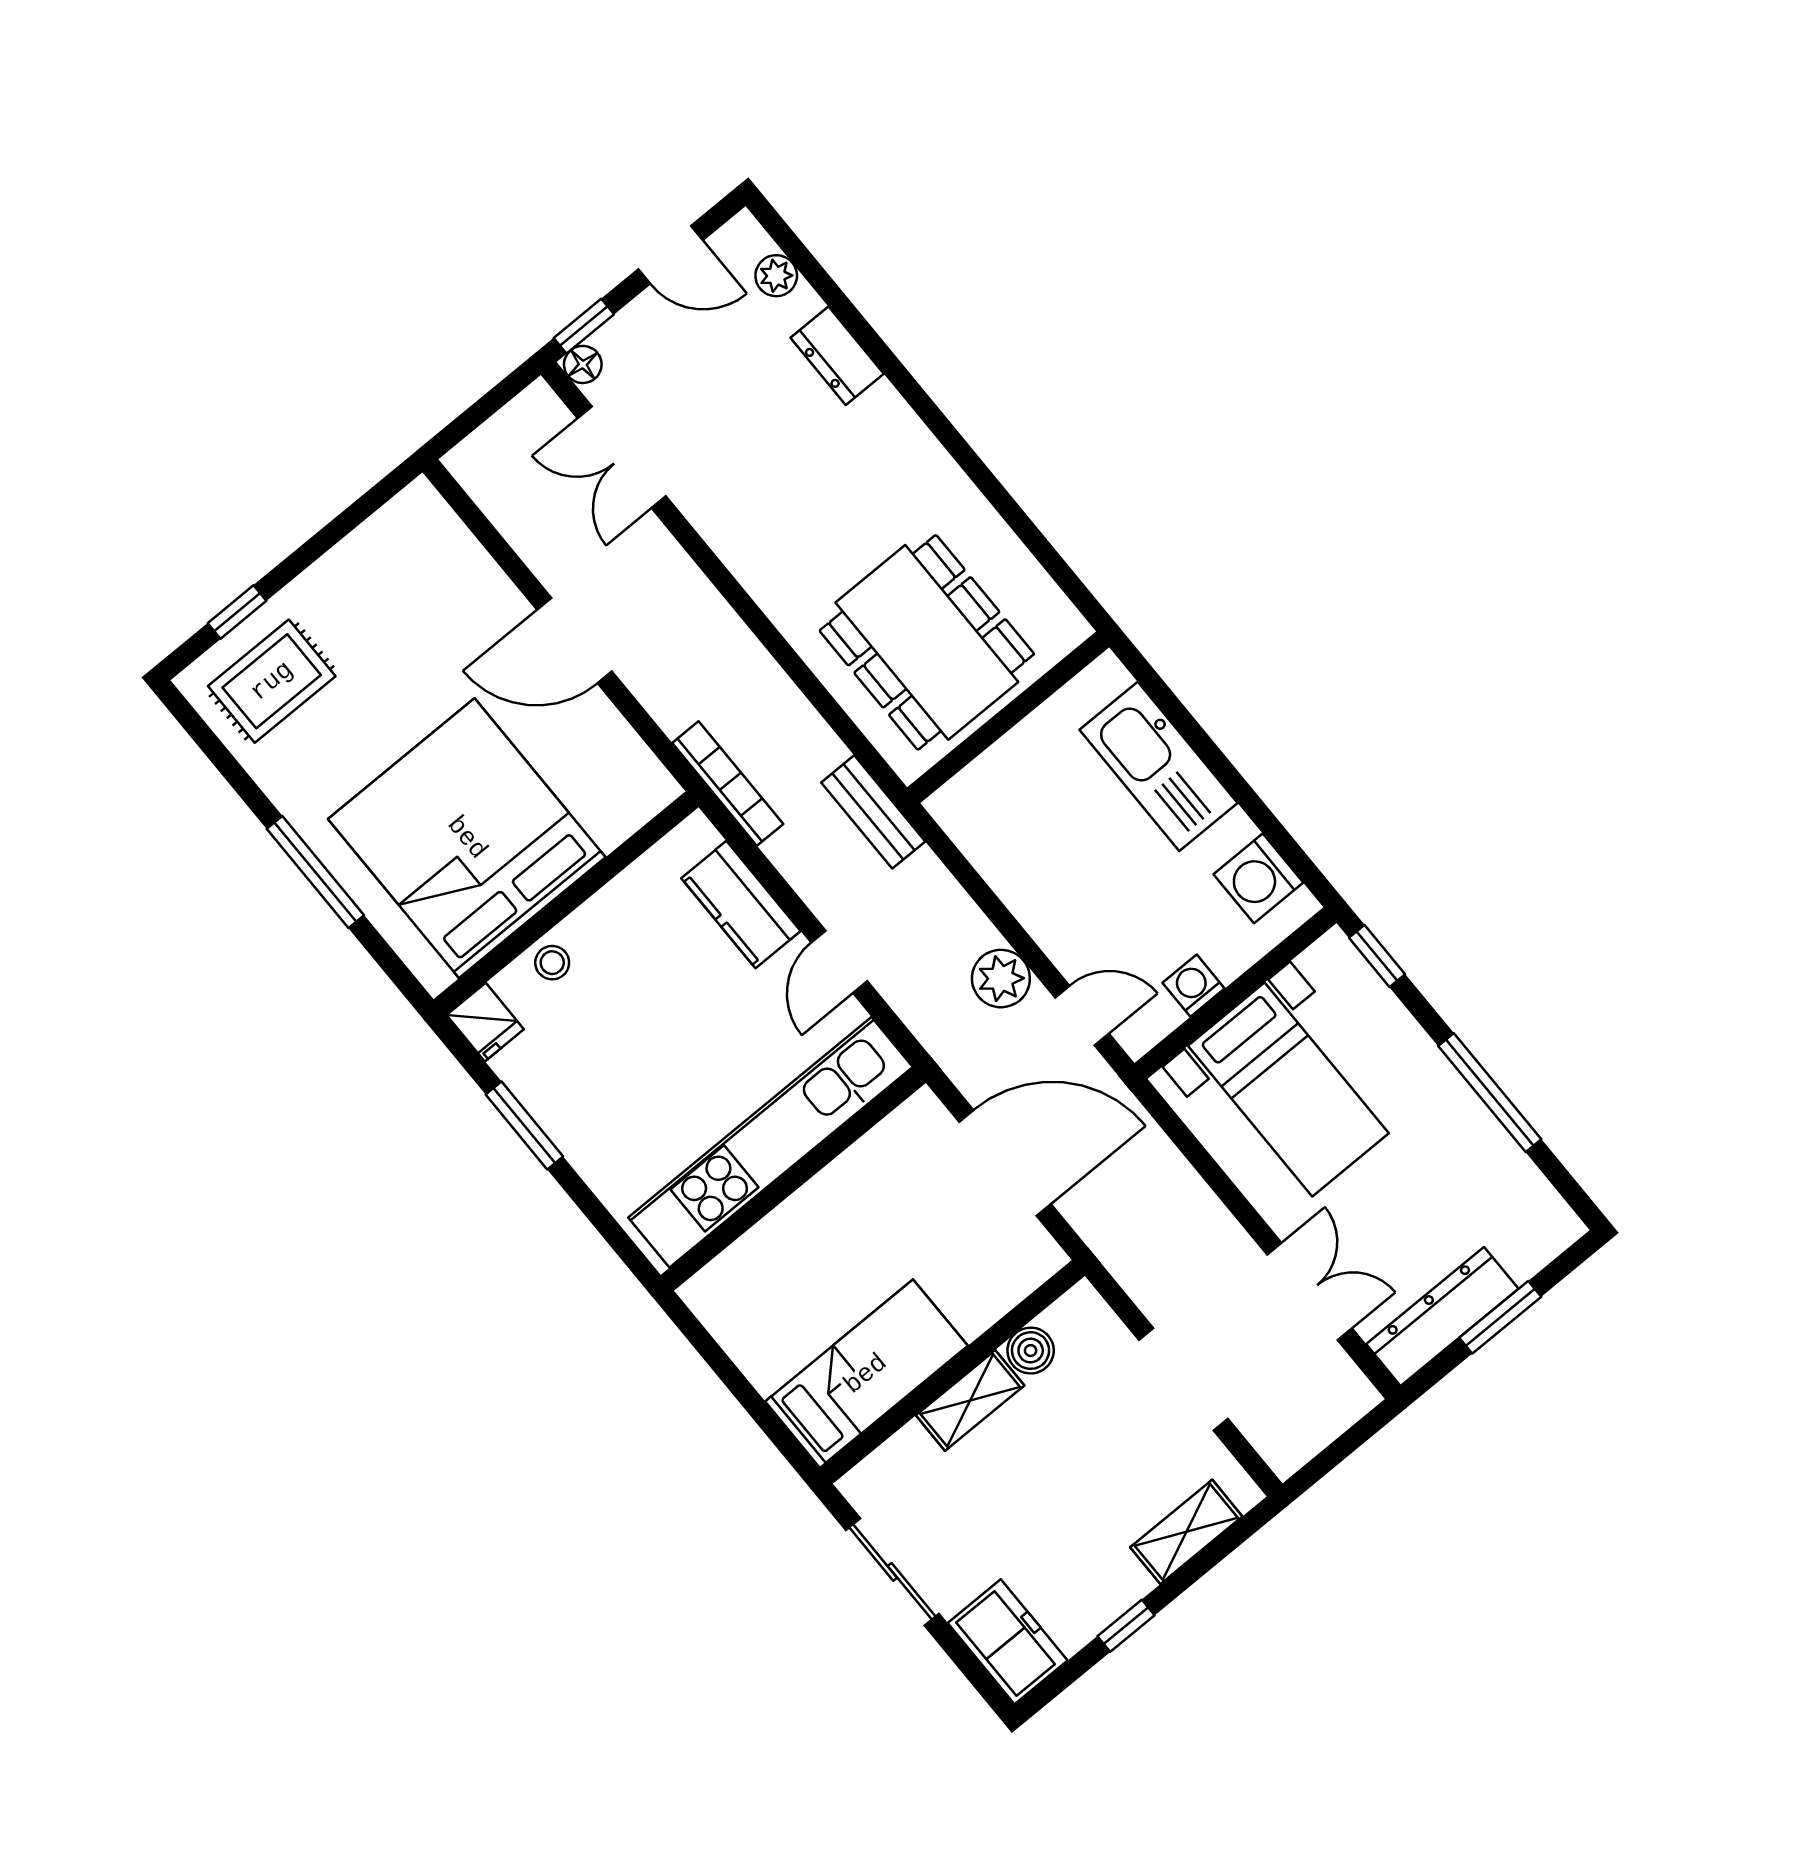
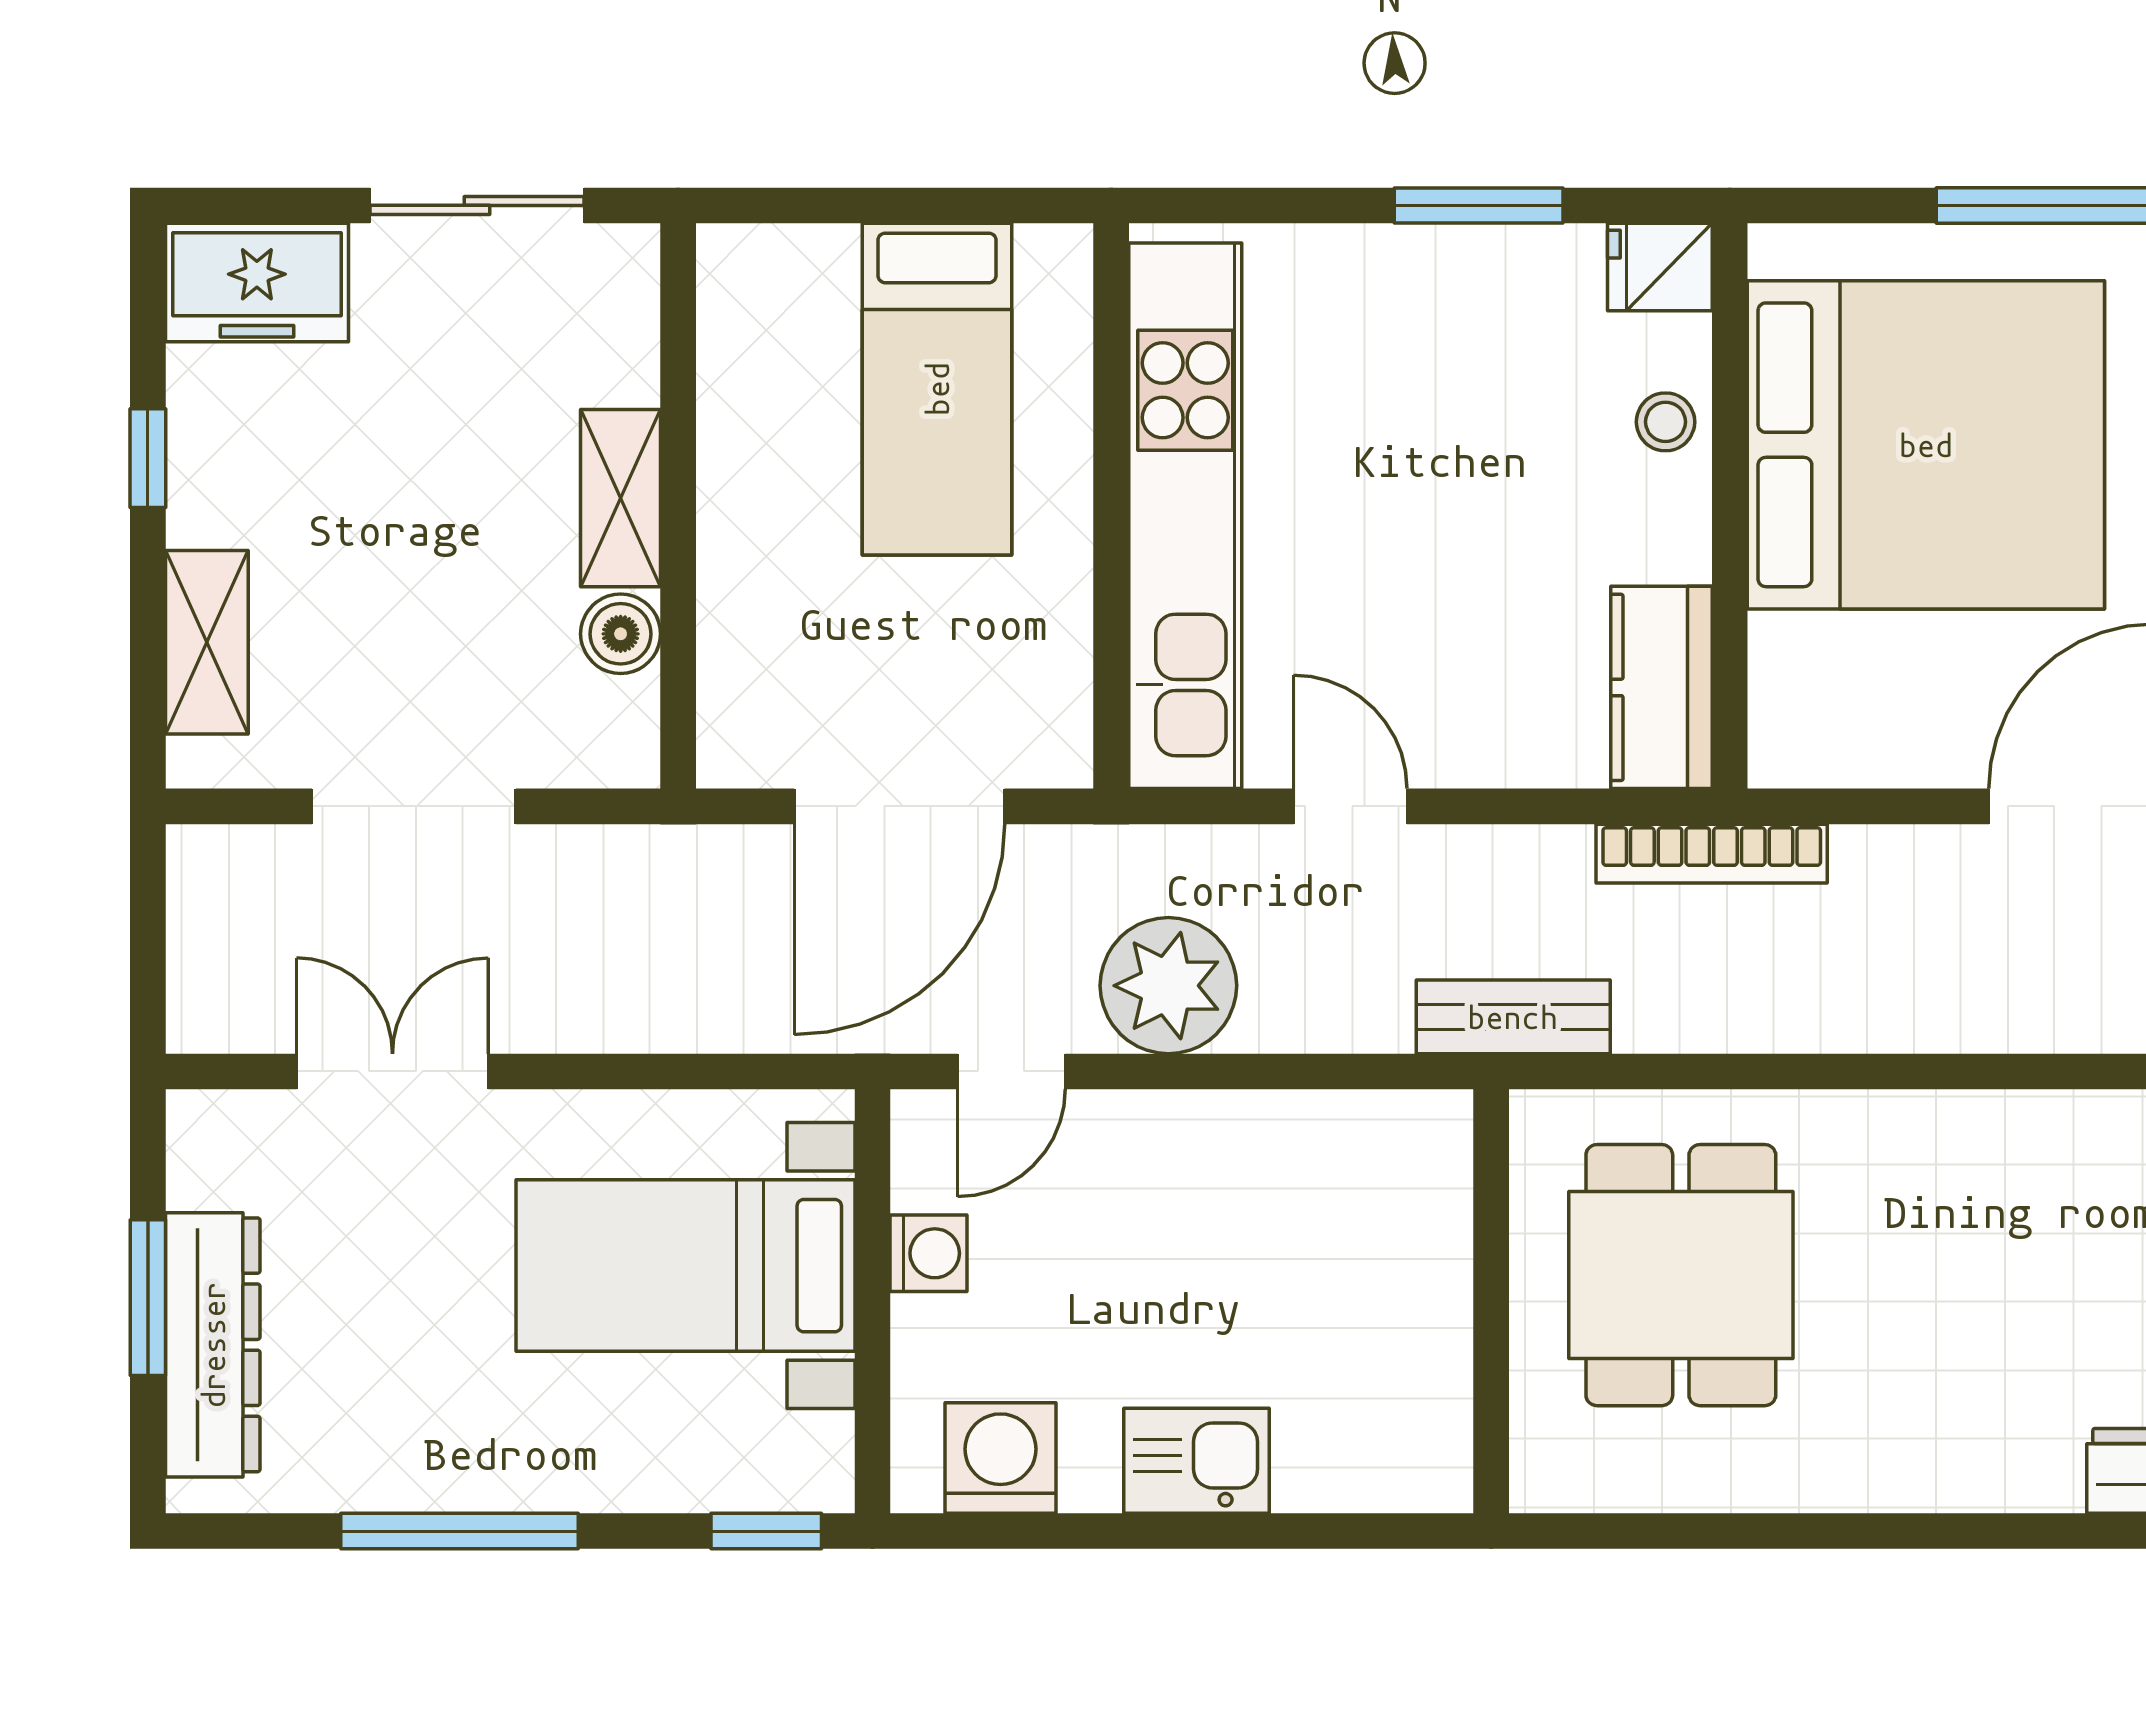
dining table: (927, 642) -> (1681, 1275), width x0.73
kitchen sink: (1159, 766) -> (1196, 1461), width x0.53, depth x0.81
kitchen counter: (741, 905) -> (1661, 687), moved, turned -90
plant: (1001, 979) -> (1168, 986), width x1.36, depth x1.36
double door: (1309, 1291) -> (393, 1071), swing flipped
dresser: (1442, 1316) -> (213, 1345), moved
bed: (866, 1374) -> (937, 389), moved

